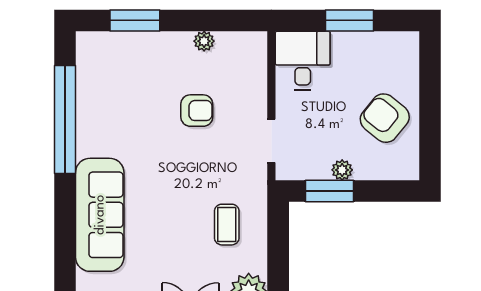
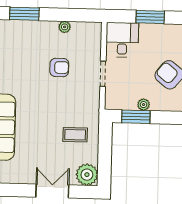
doorway: (271, 141) -> (103, 74), moved
coffee table: (227, 225) -> (75, 135), turned 90

